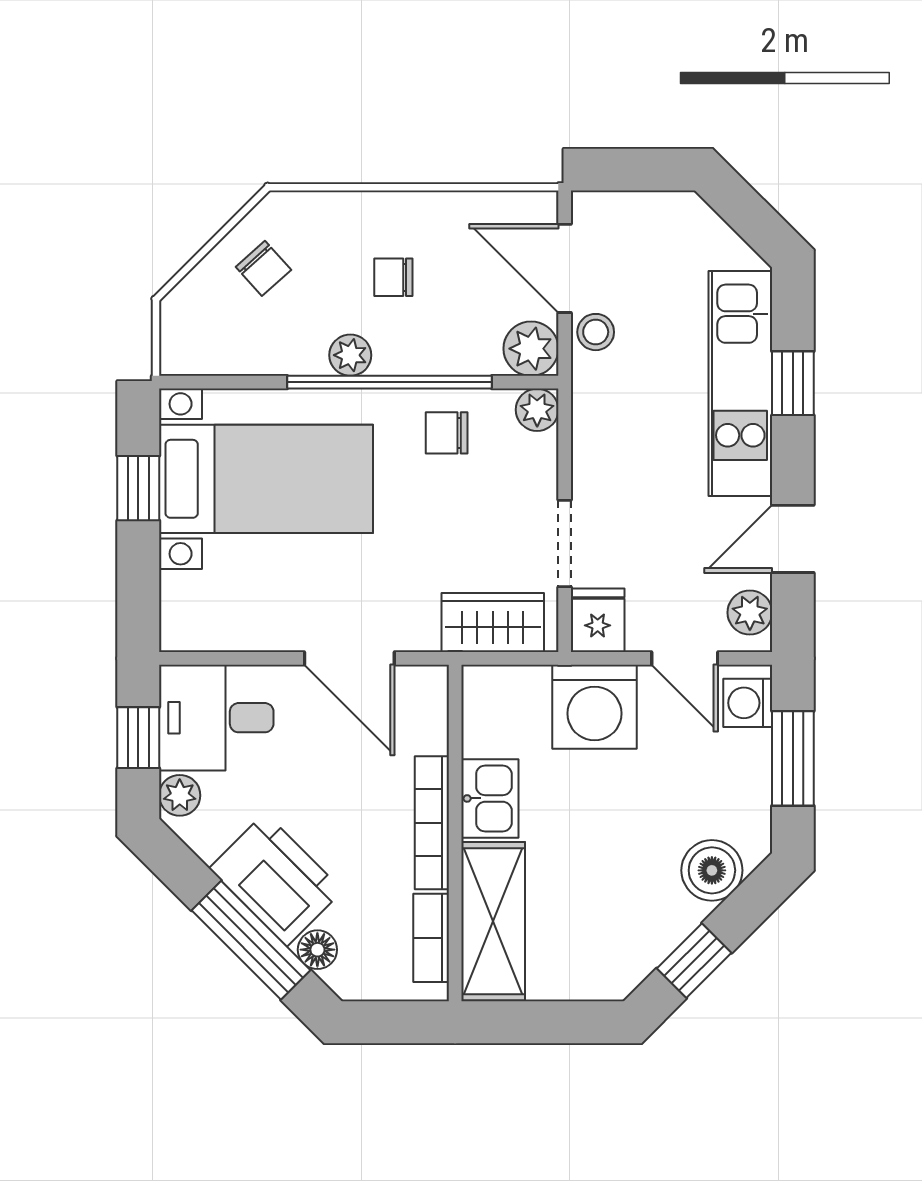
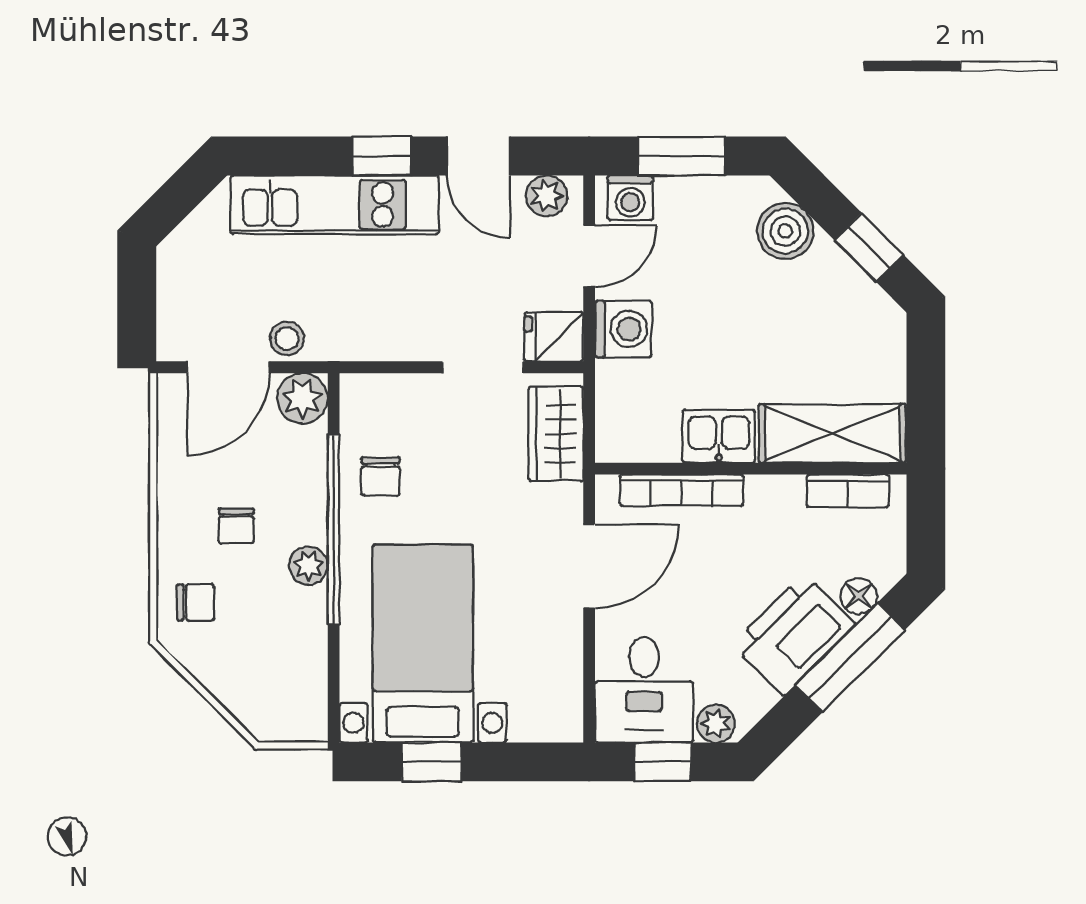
chair: (263, 268) -> (195, 602), moved, turned 42
window: (793, 383) -> (382, 156), moved
plant: (537, 410) -> (359, 393), removed
washing machine: (594, 707) -> (623, 329), width x0.73, depth x0.73
bookcase: (432, 823) -> (681, 490), moved

